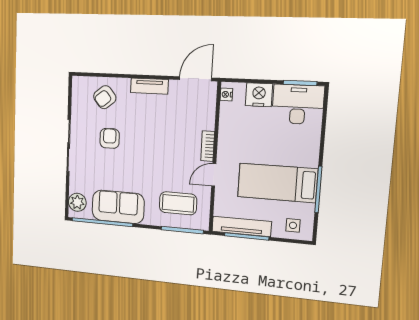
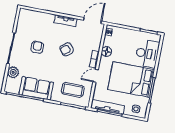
nightstand: (259, 95) -> (126, 35), removed
armchair: (105, 97) -> (67, 49), moved
desk: (298, 104) -> (147, 54), moved, turned 90
floor lamp: (227, 130) -> (106, 51), added
bed: (277, 183) -> (131, 80), width x1.50
plant: (77, 202) -> (13, 72), moved

